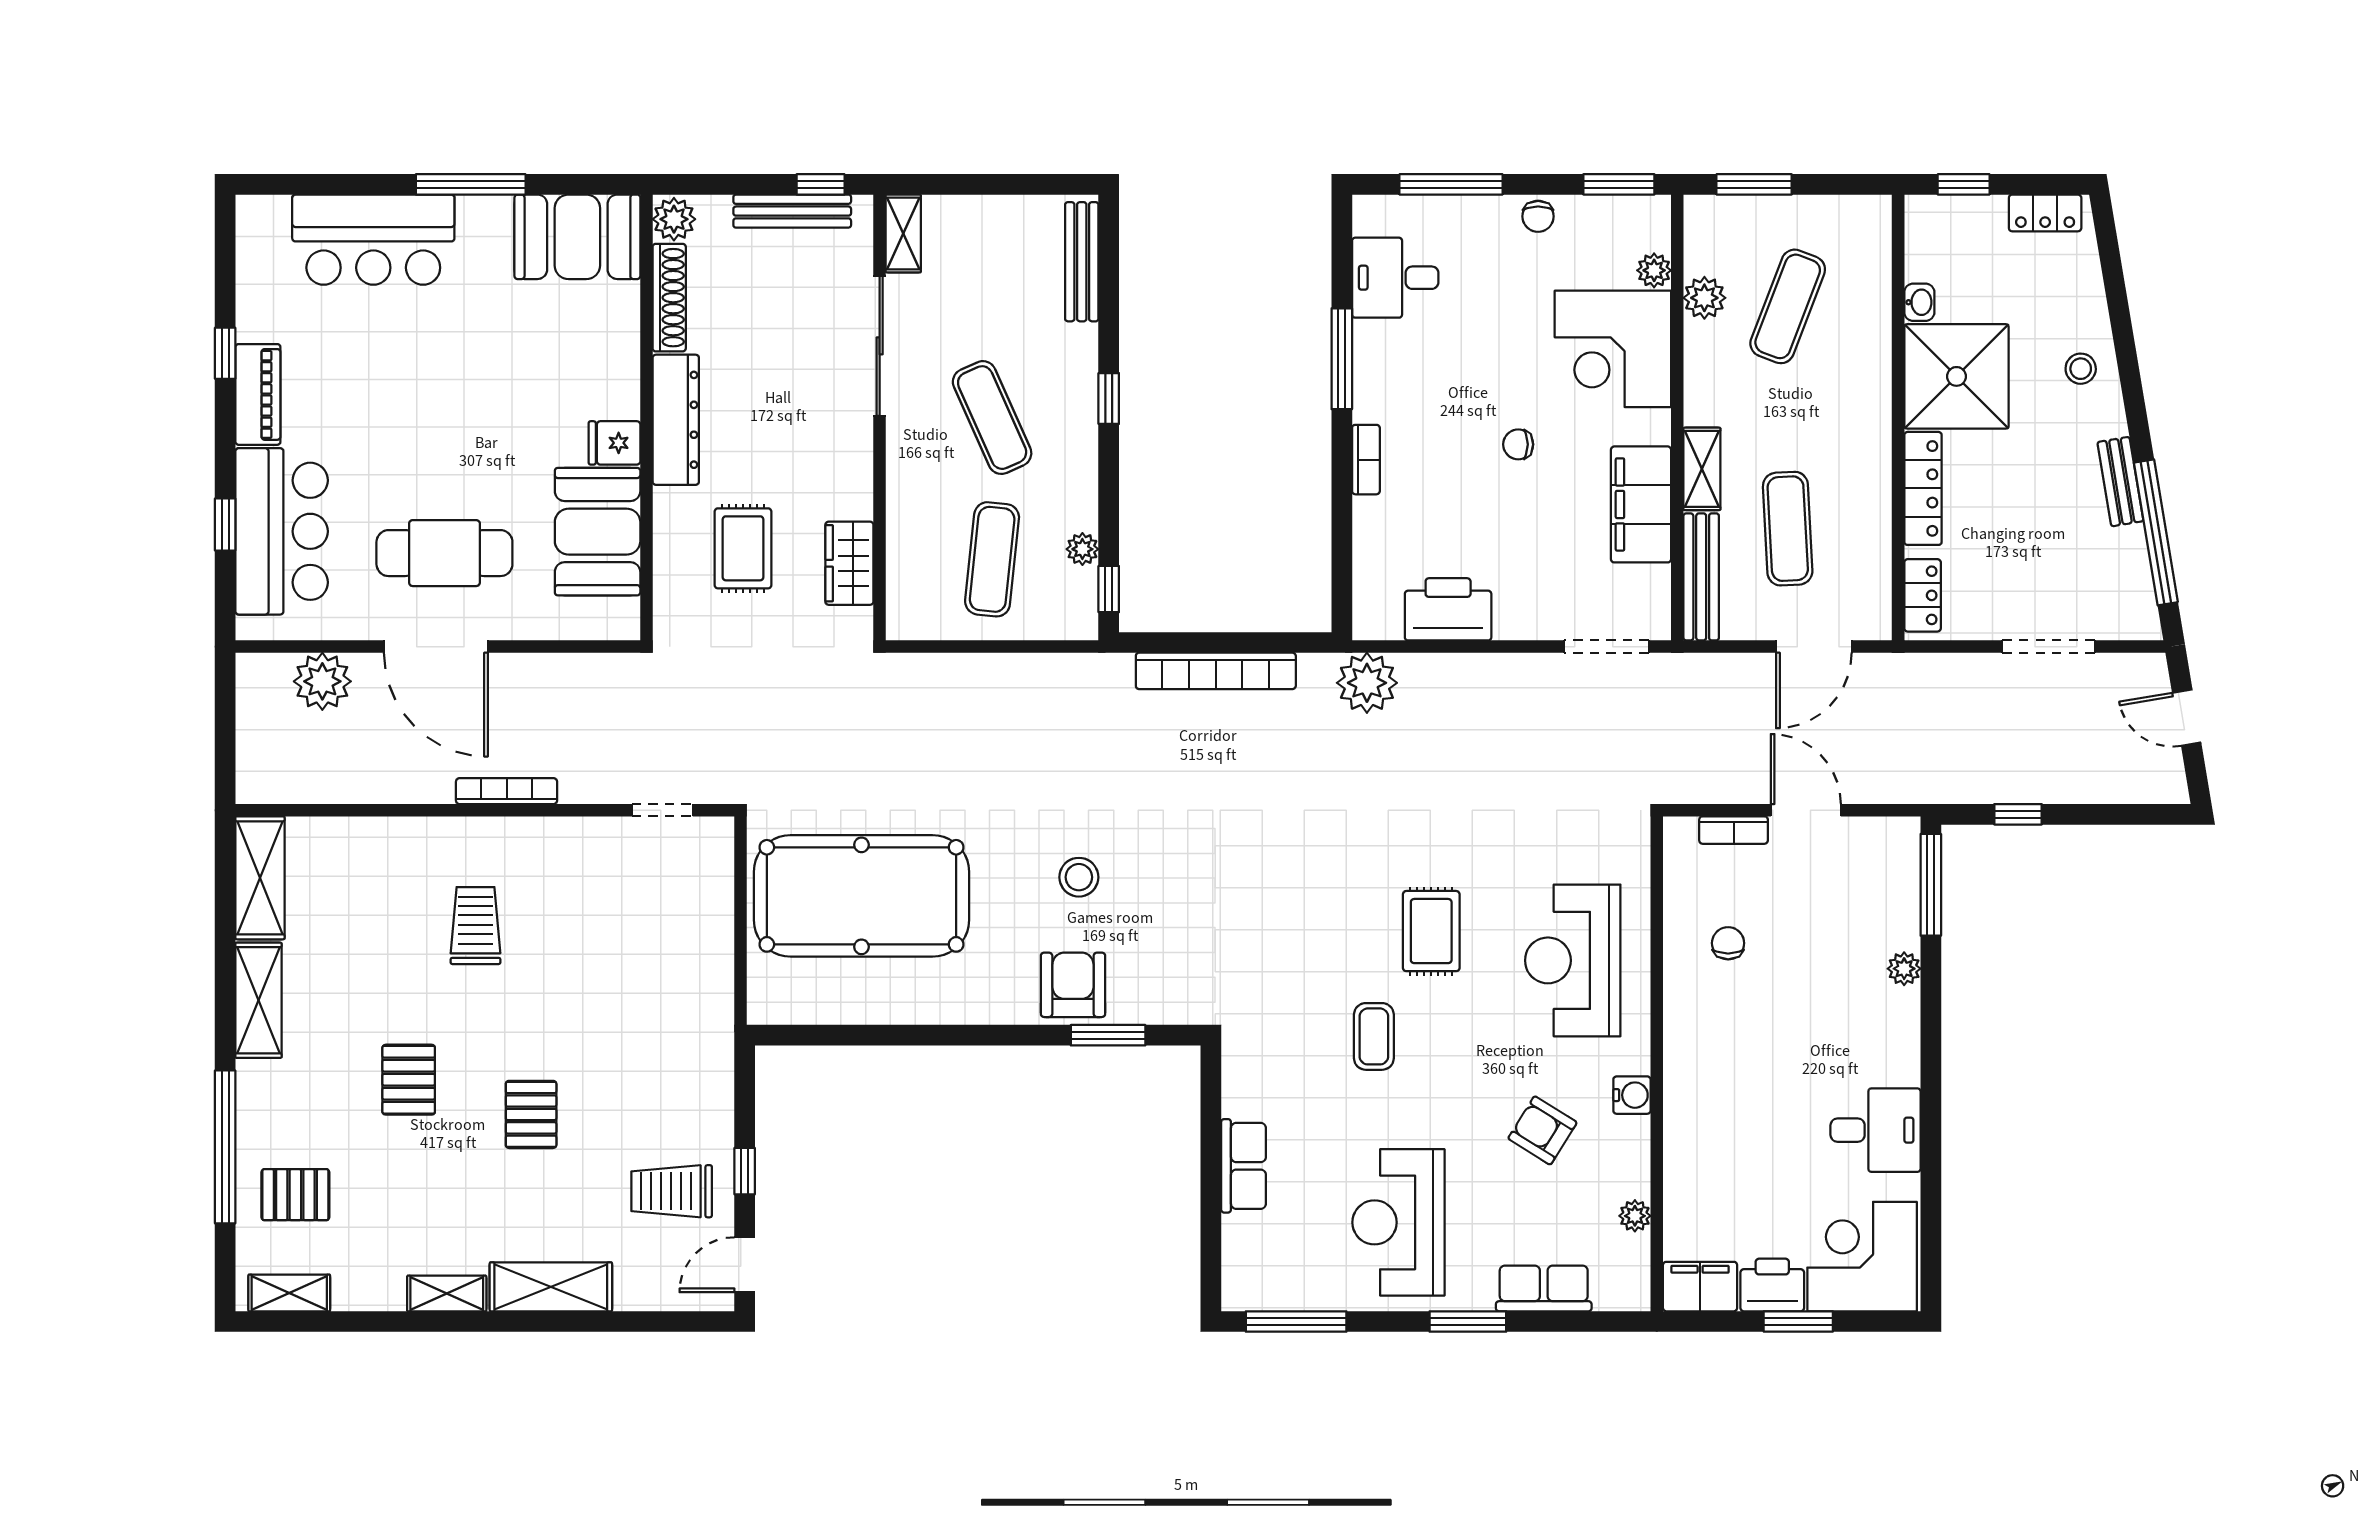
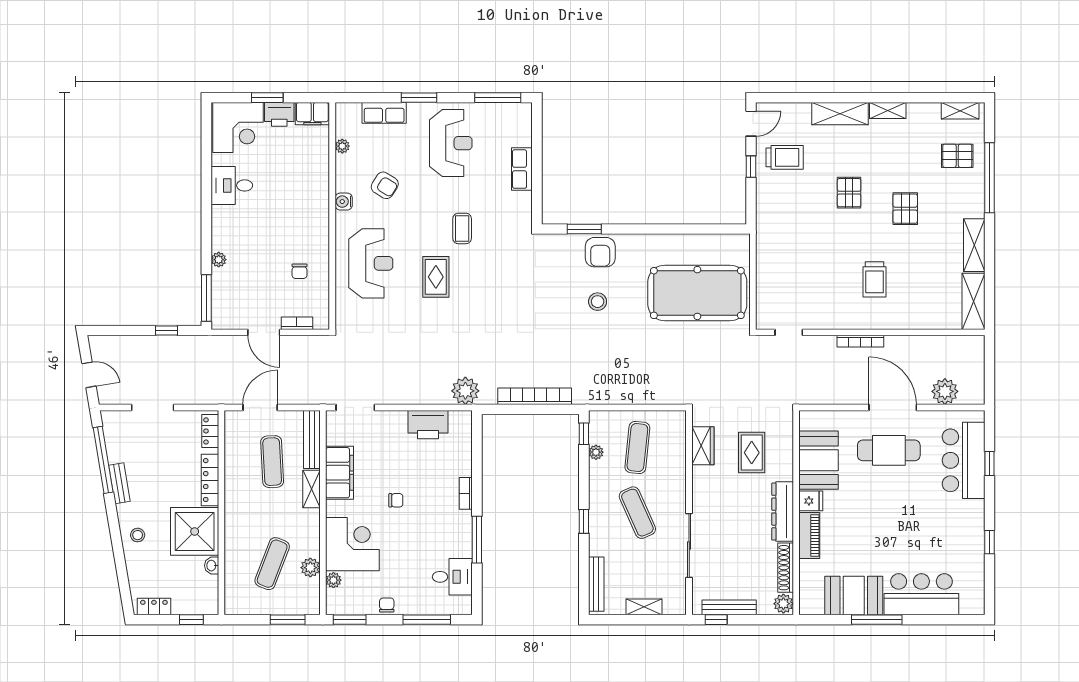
shelving: (903, 234) -> (644, 607), moved, turned 90
booth: (577, 237) -> (854, 596), moved
piano: (258, 394) -> (809, 536), moved, turned 180

